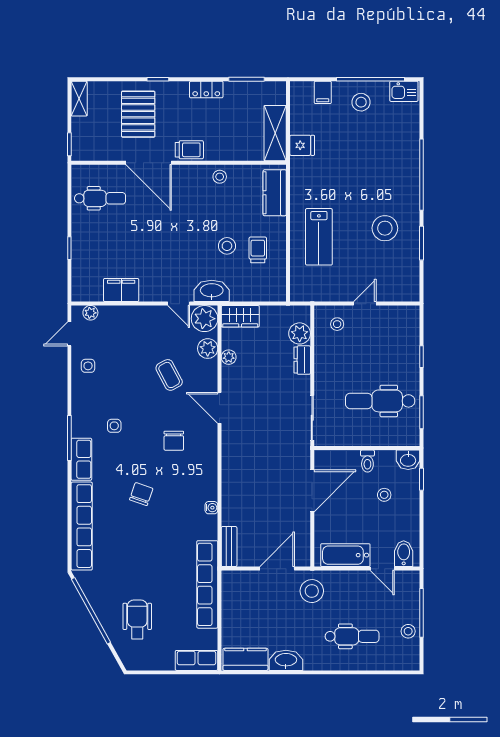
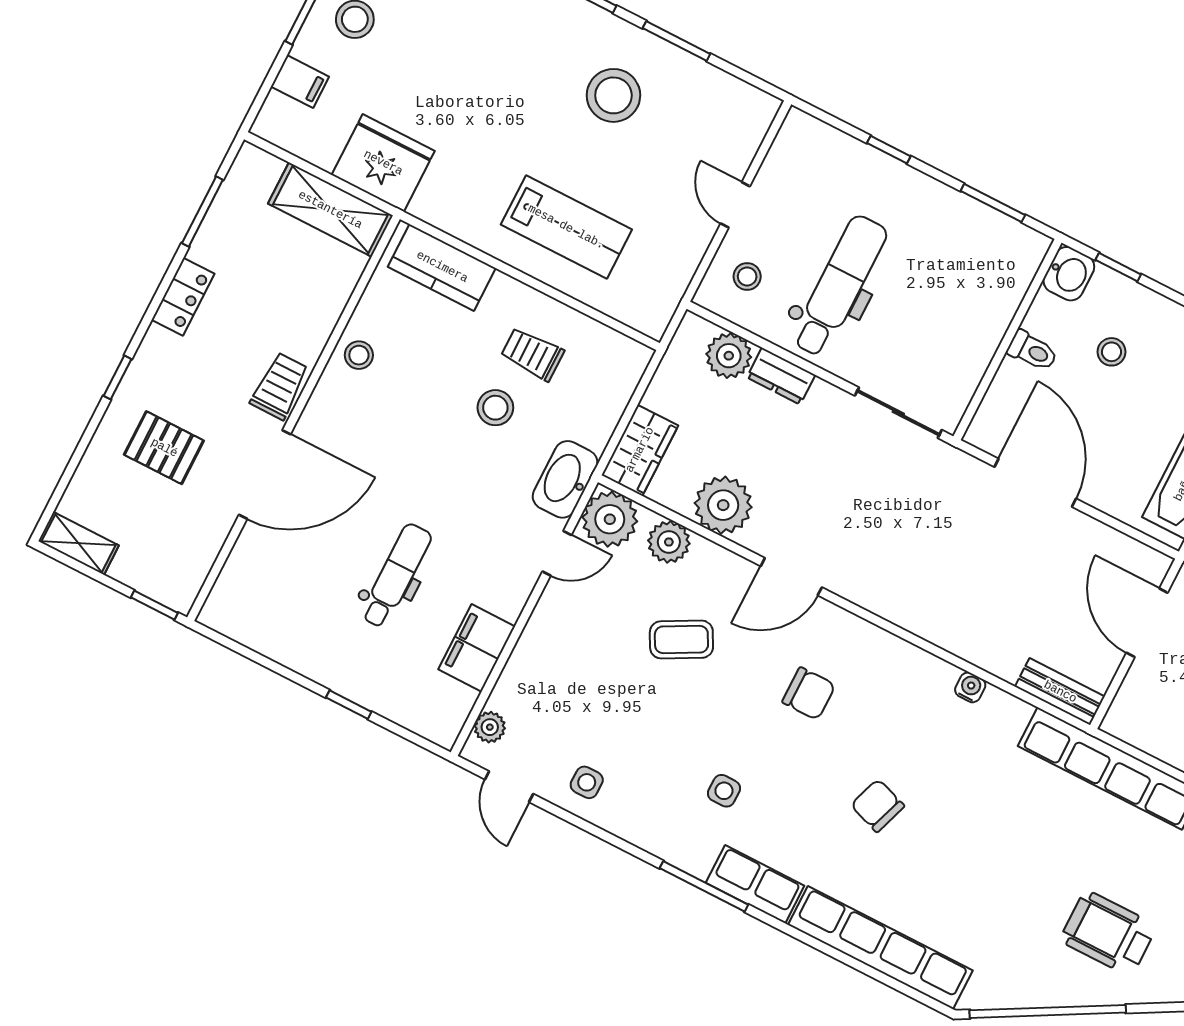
pallet: (138, 114) -> (164, 448), width x0.67, depth x0.71
fridge: (302, 145) -> (383, 163), width x1.88, depth x1.34
dental chair: (100, 198) -> (396, 576), moved
plant: (229, 357) -> (723, 505), width x1.88, depth x1.88
dental chair: (380, 401) -> (839, 286), moved, turned 180

